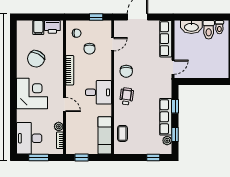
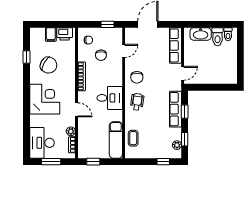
window: (13, 51) -> (26, 57), added
chair: (36, 59) -> (49, 65), turned -88
row of seats: (166, 117) -> (175, 109), moved

